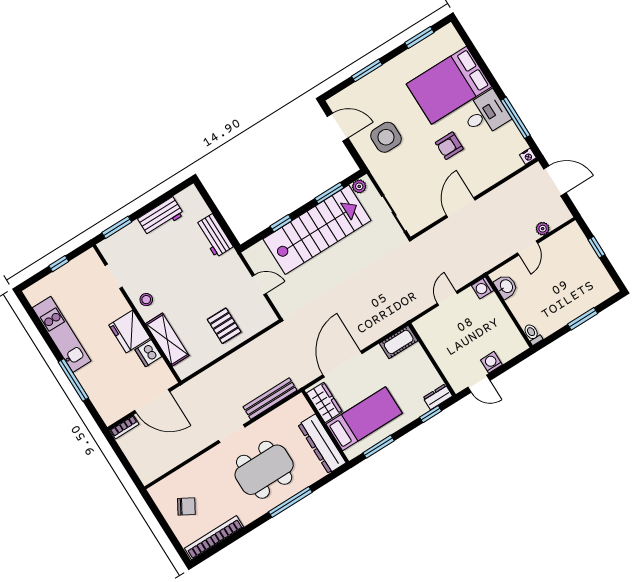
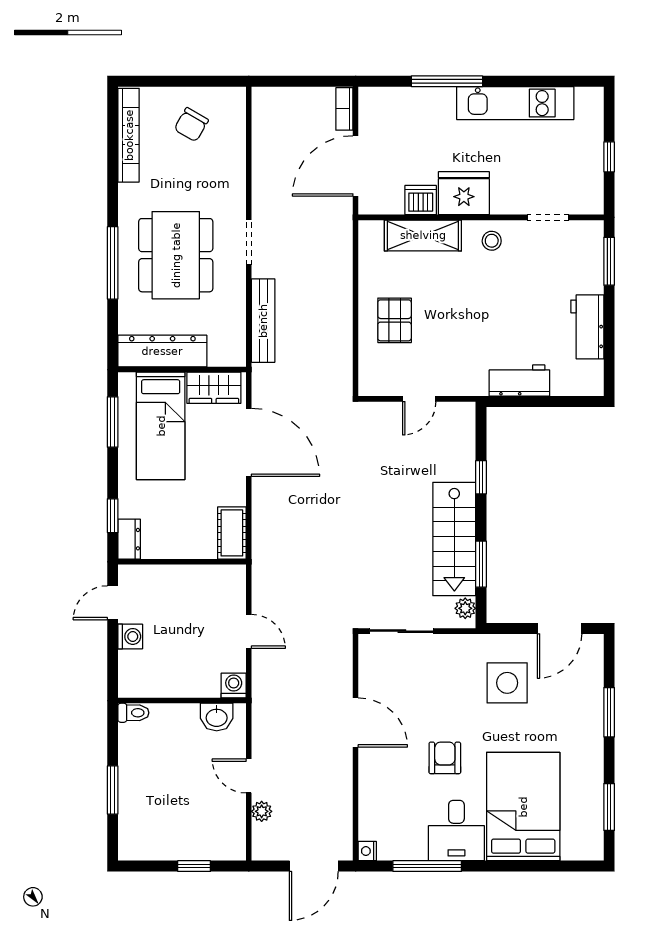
stairs: (317, 230) -> (454, 539), width x0.73, depth x0.66
pallet: (224, 326) -> (395, 320), turned 90

